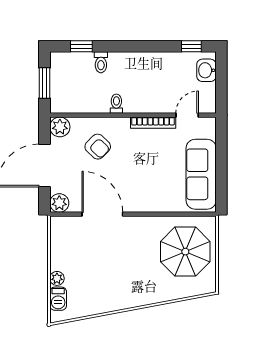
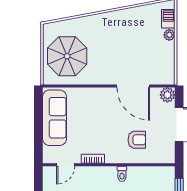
bookcase: (153, 123) -> (93, 159), width x0.64
plant: (60, 127) -> (167, 155), removed
armchair: (98, 147) -> (137, 140), turned 136

